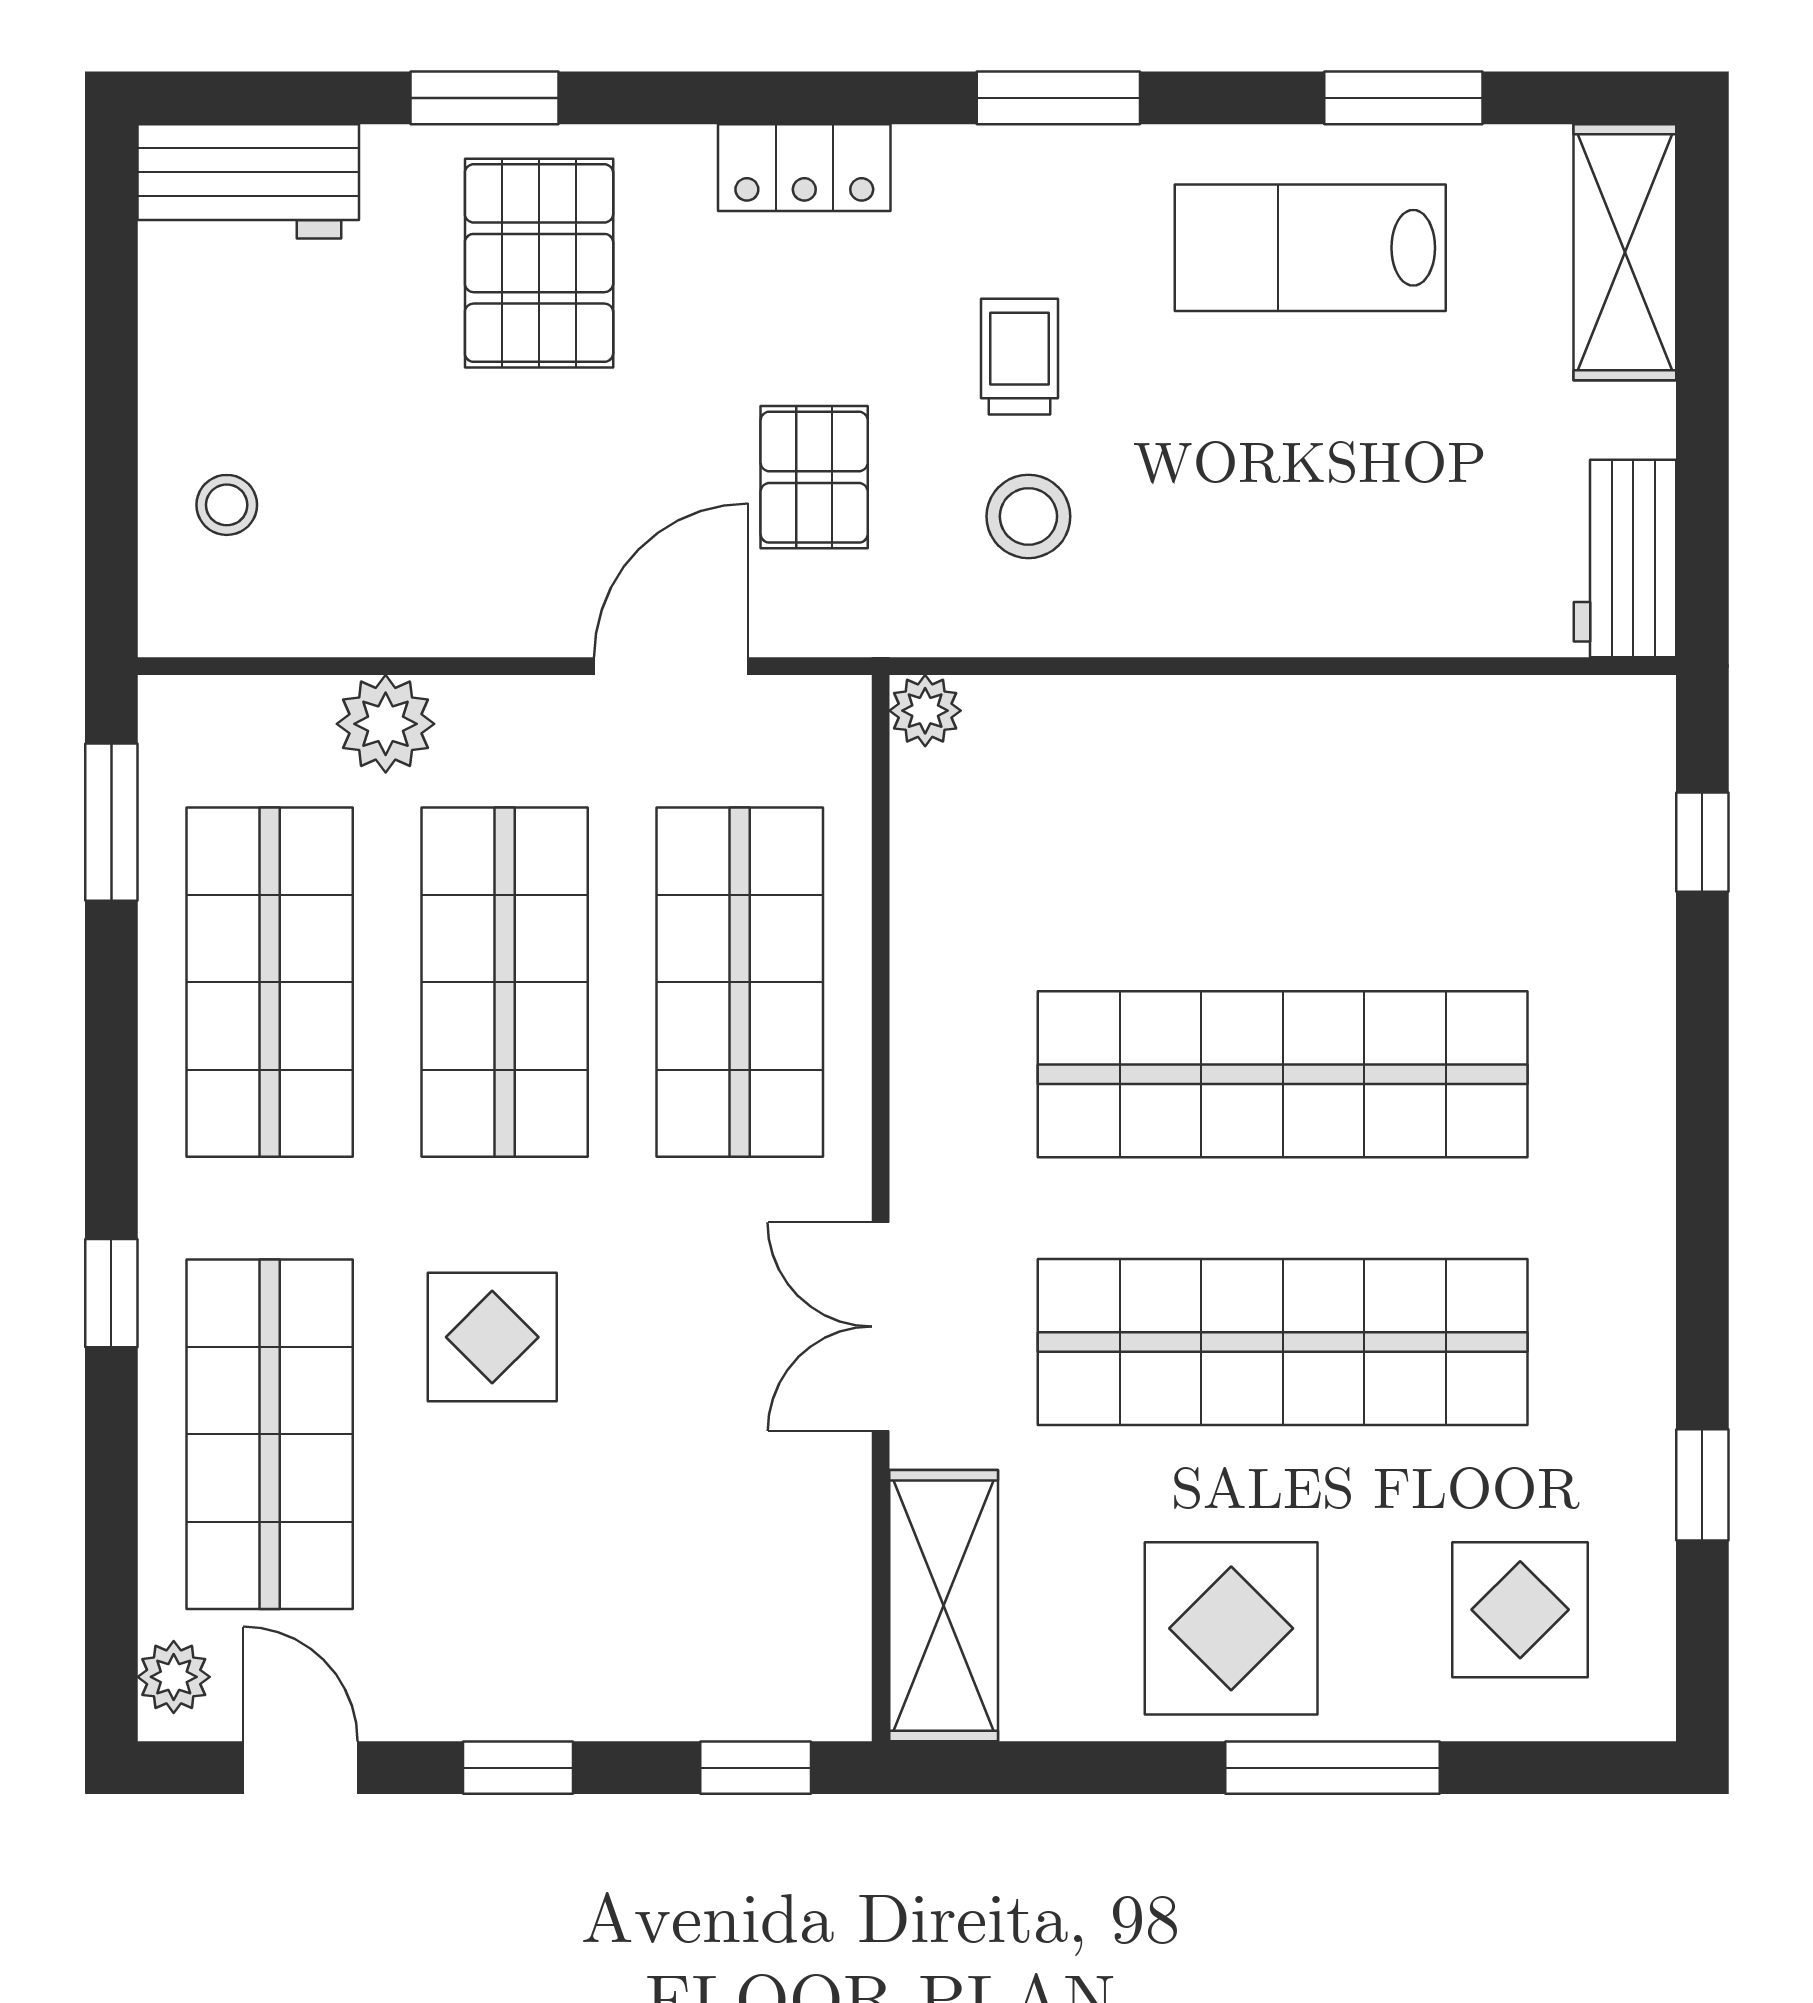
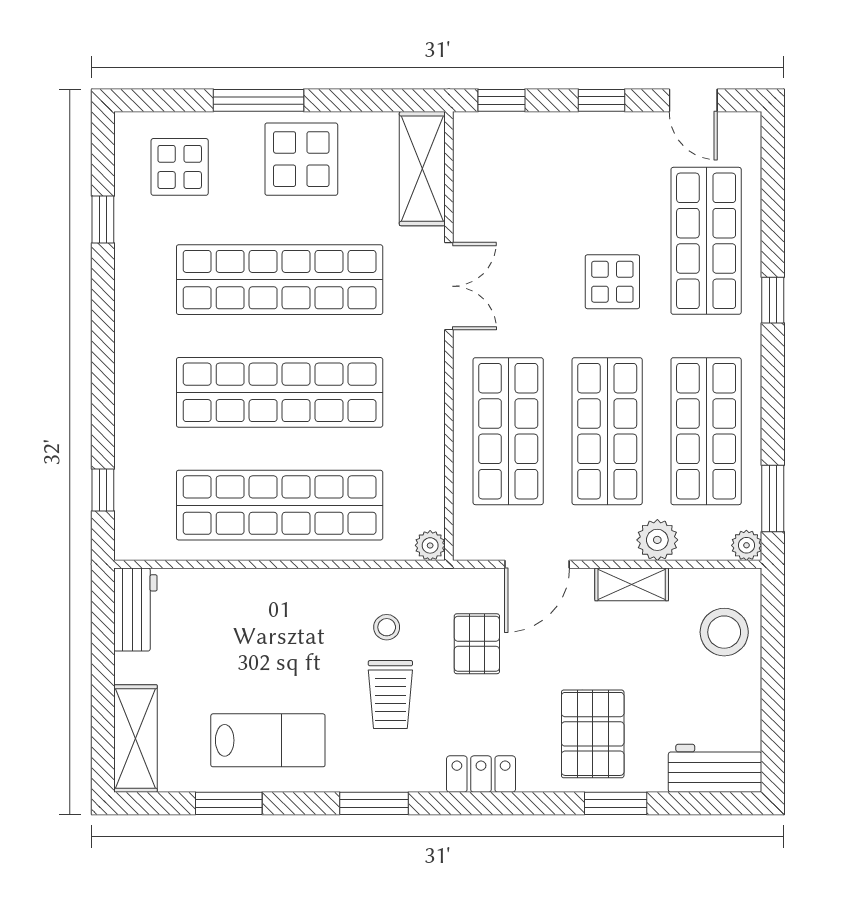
trolley: (1019, 357) -> (390, 694), width x1.36, depth x1.39
stool: (227, 505) -> (724, 632), width x1.89, depth x1.89
stool: (1028, 516) -> (387, 627), width x0.73, depth x0.73
shelving: (446, 618) -> (632, 584), added
shop shelf: (1283, 806) -> (280, 505), added
plant: (174, 1677) -> (746, 545), moved

